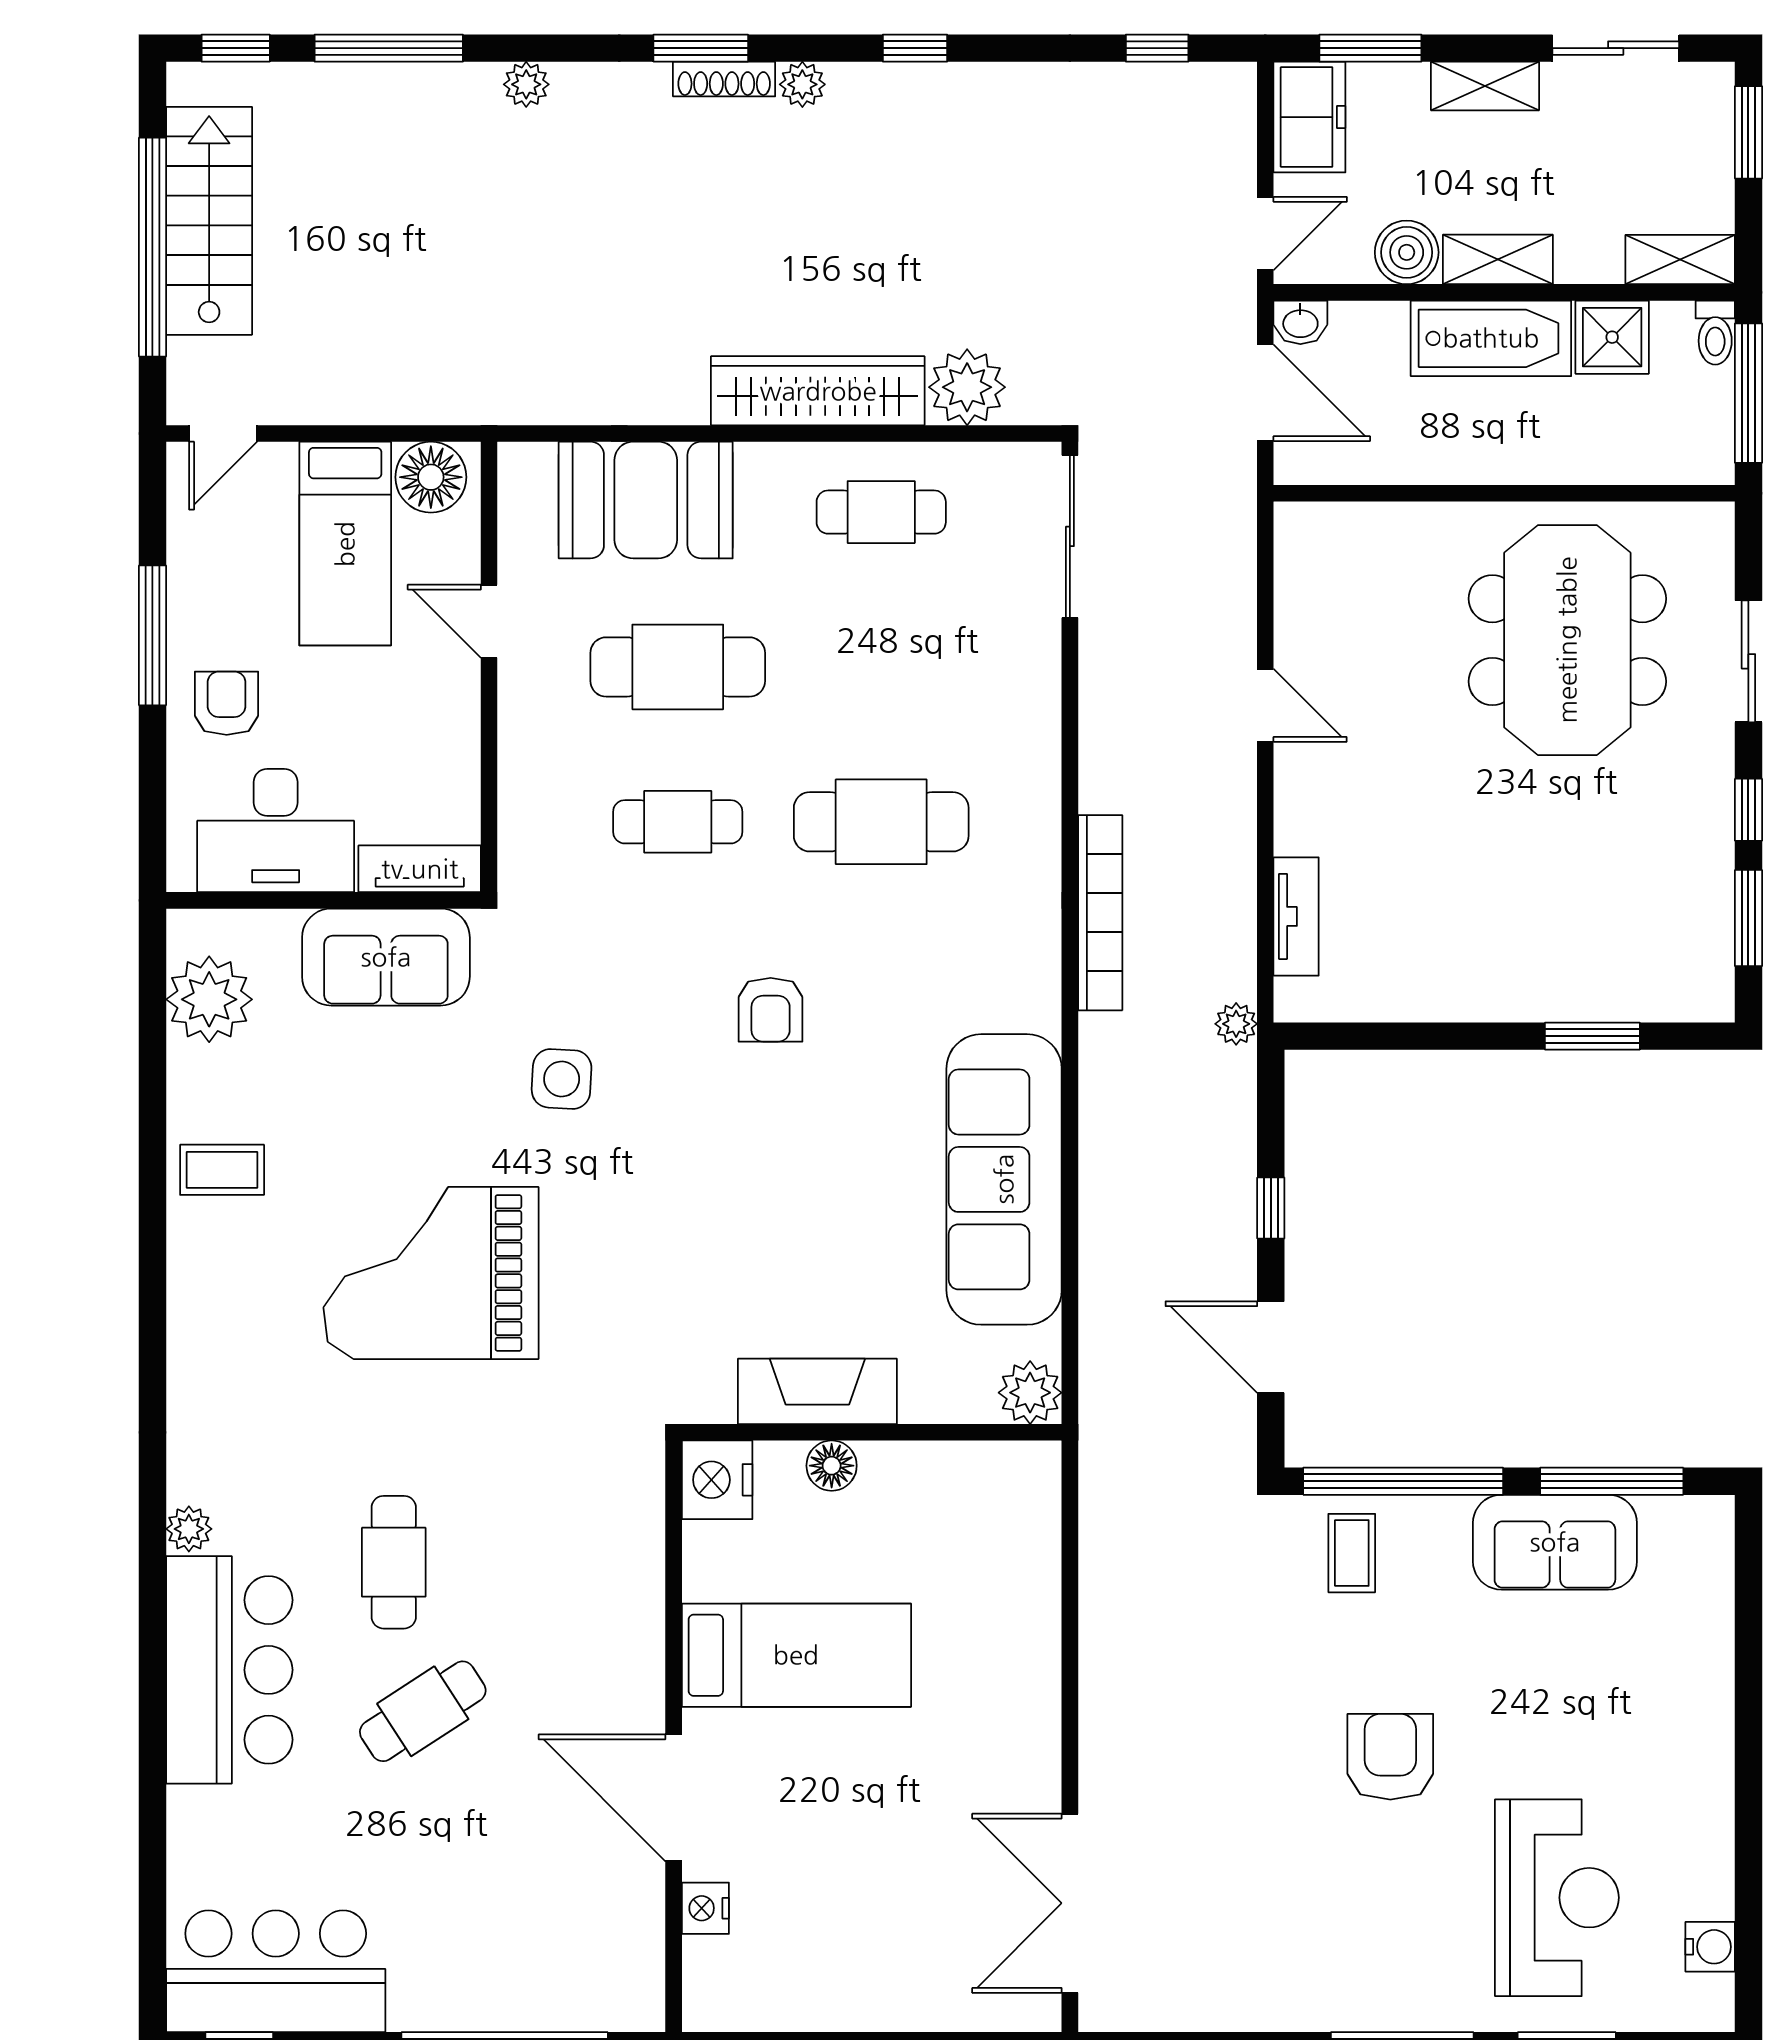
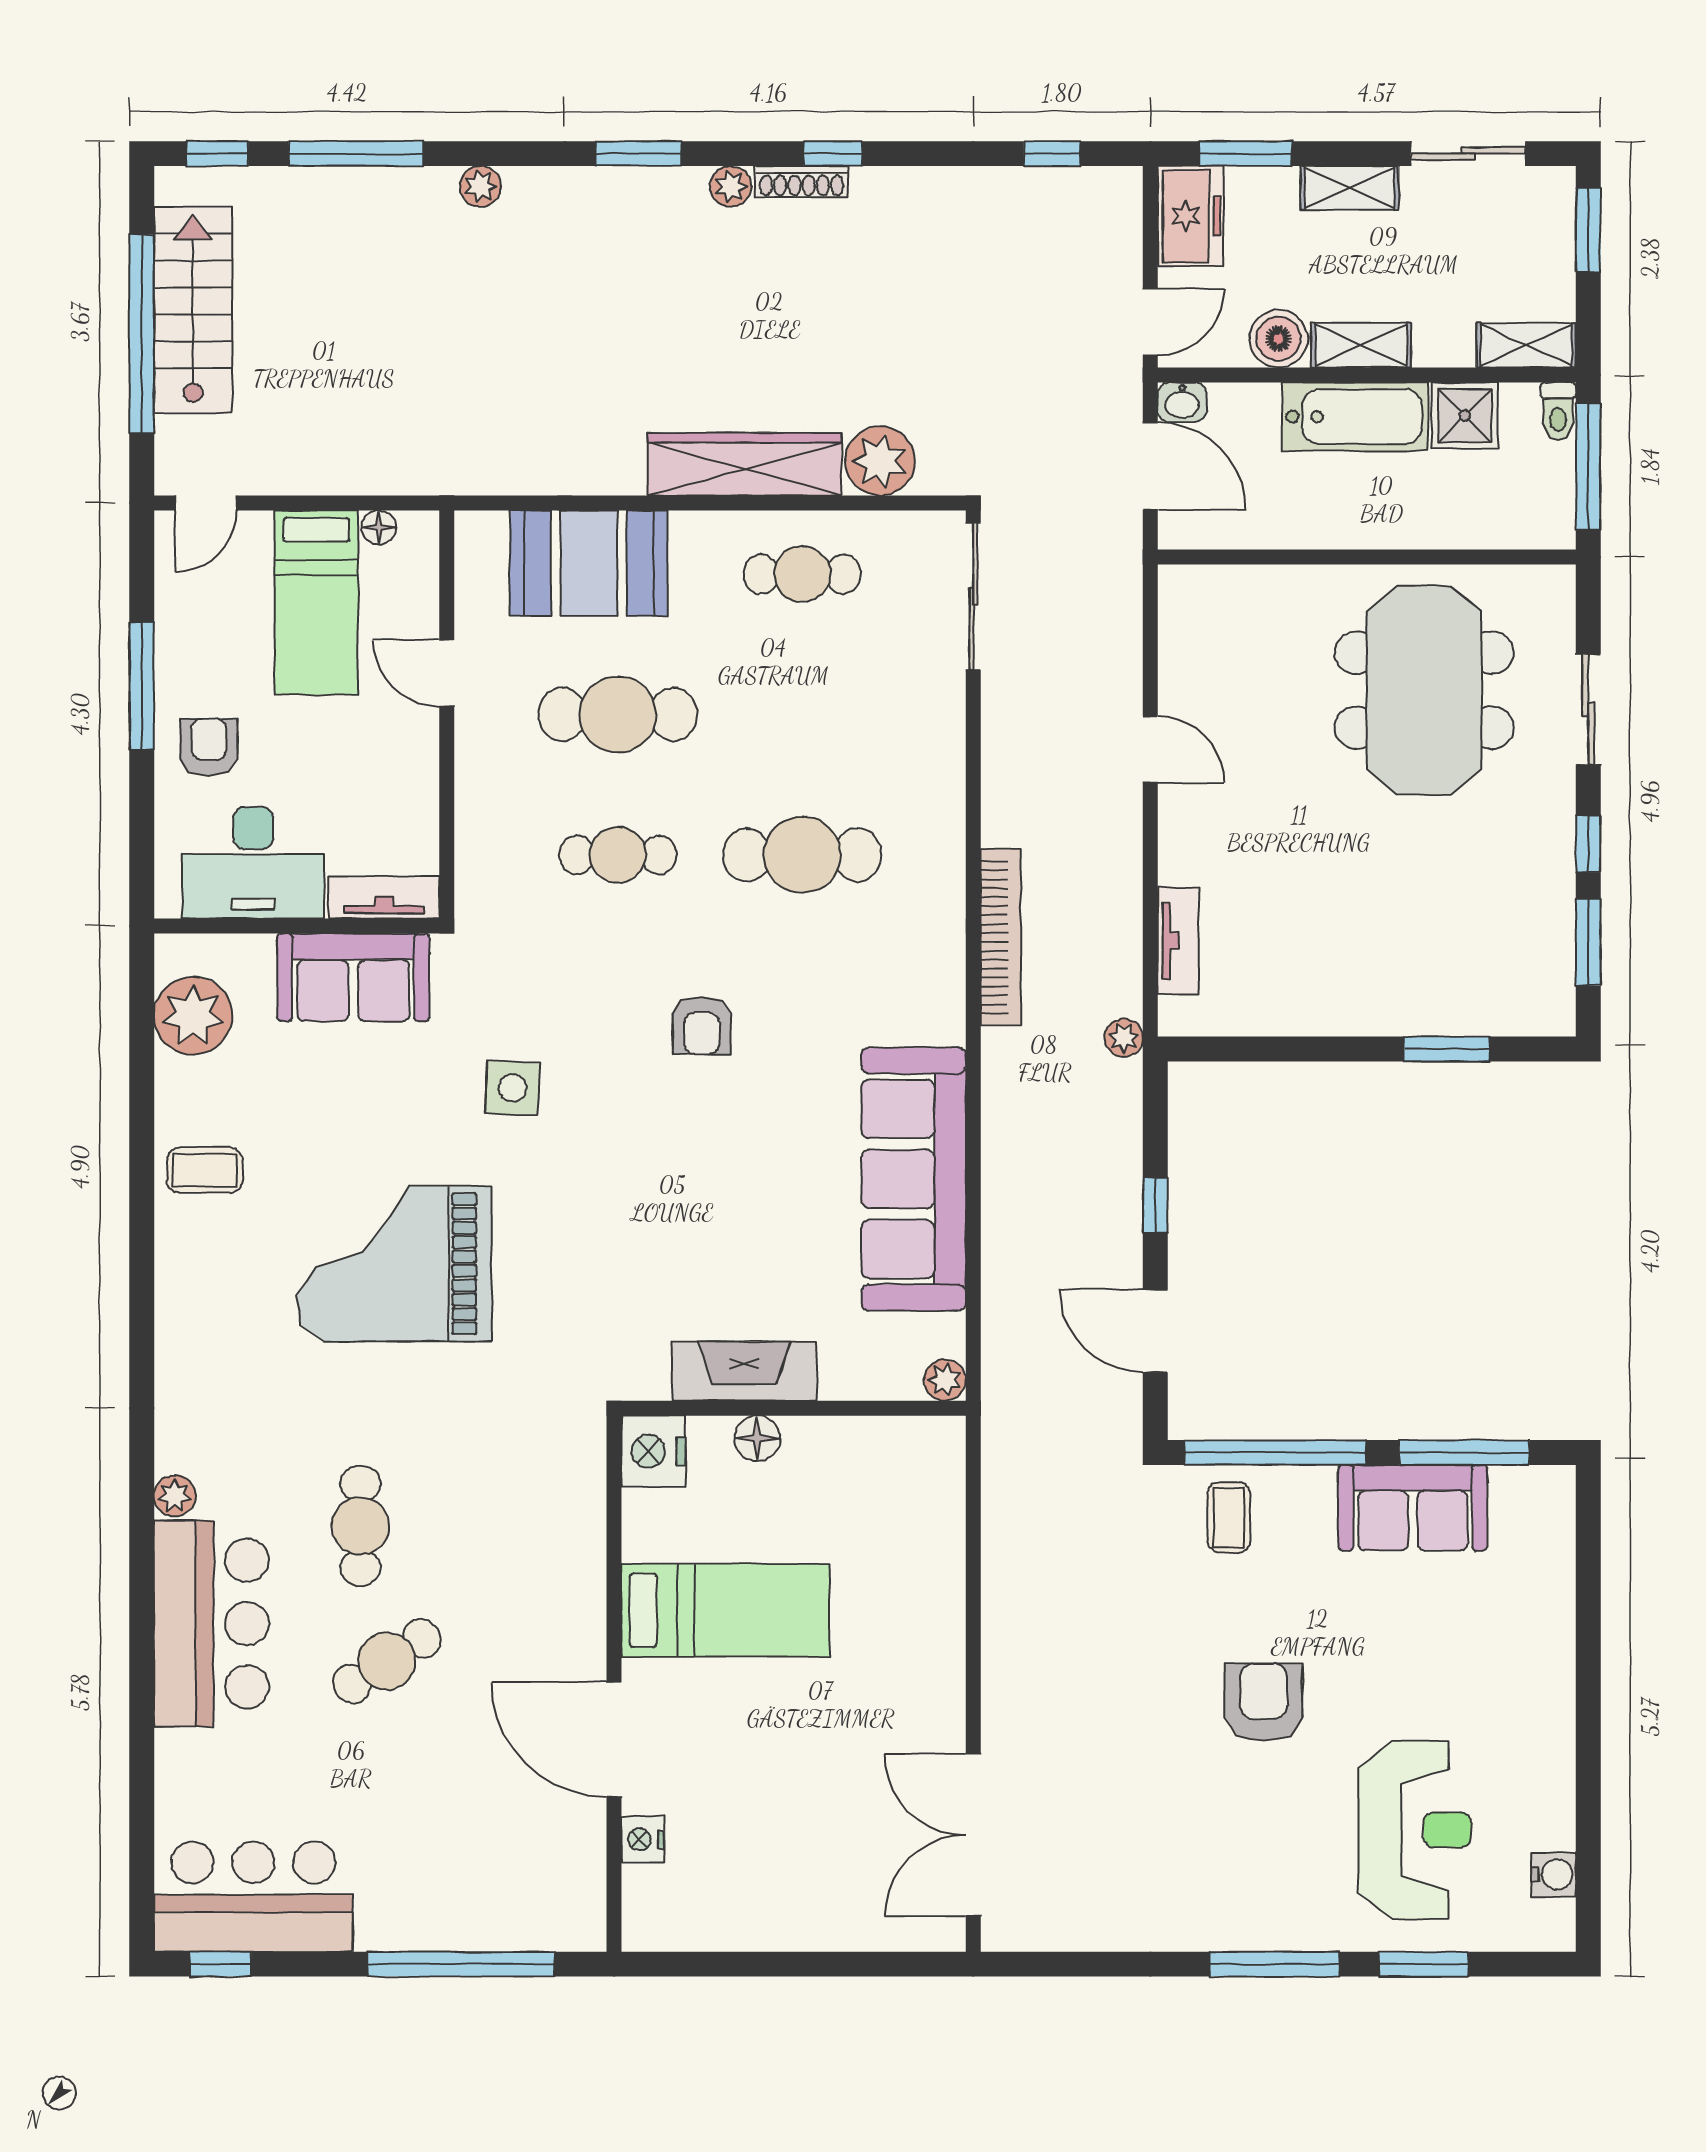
shoe rack: (724, 79) -> (802, 182), moved
floor lamp: (431, 477) -> (379, 527), width x0.53, depth x0.53
plant: (1030, 1393) -> (945, 1380), width x0.73, depth x0.73

